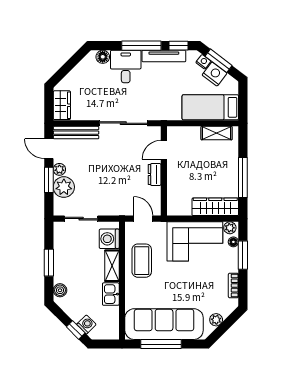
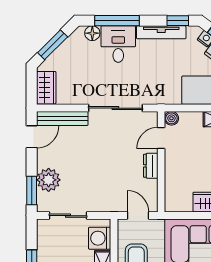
window: (141, 46) -> (117, 21), moved
window: (67, 67) -> (53, 45), added
boiler: (173, 132) -> (171, 118), added
door: (49, 149) -> (32, 137), swing flipped
plant: (59, 169) -> (44, 160), removed
window: (49, 180) -> (32, 191), moved

